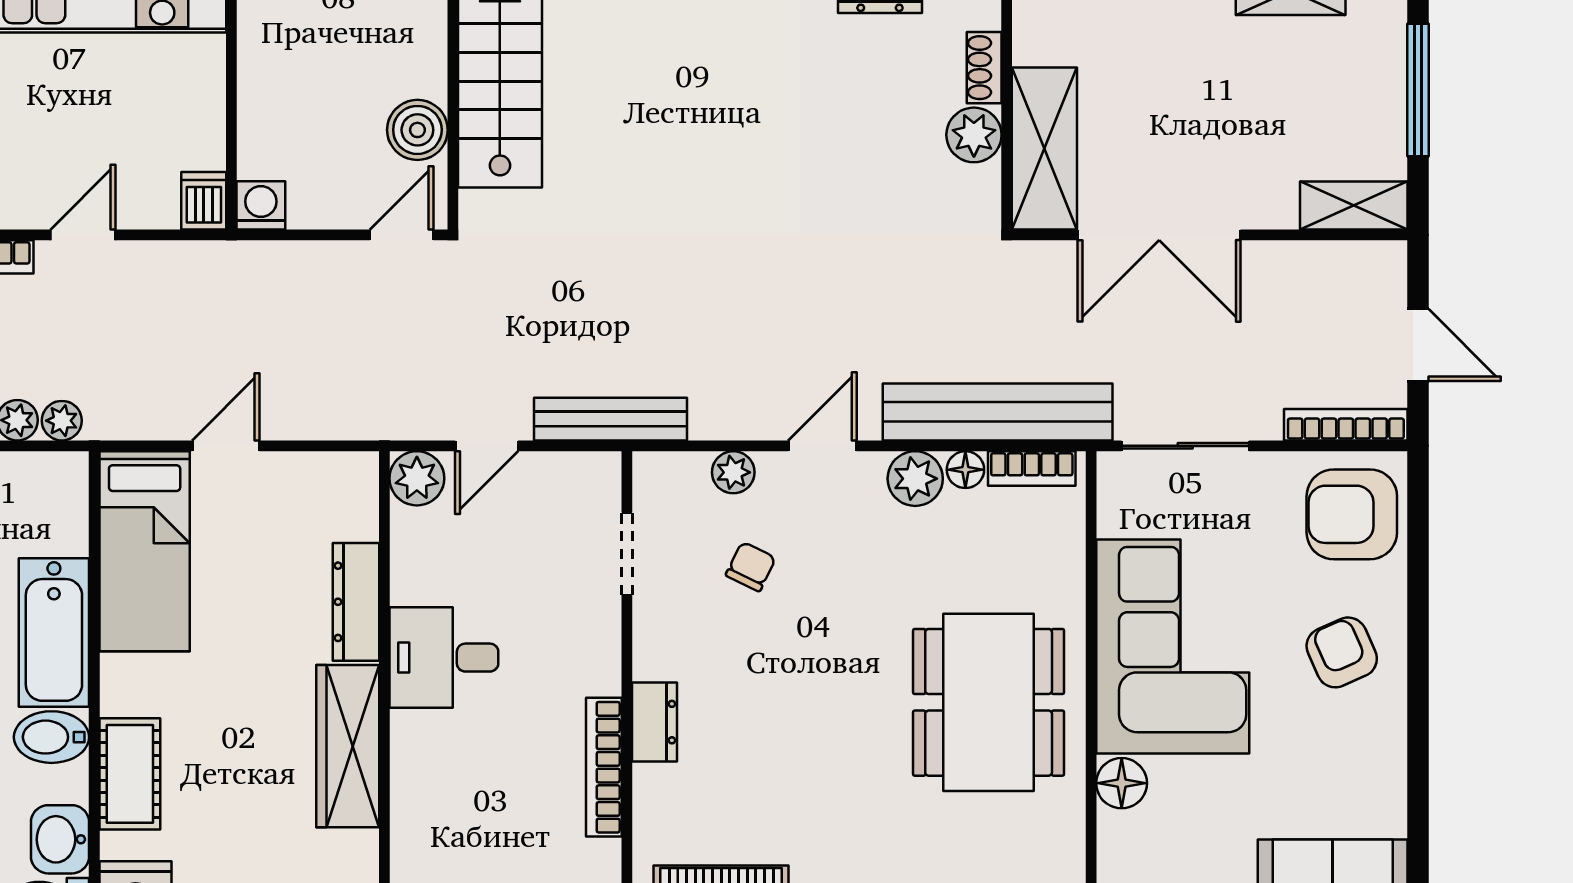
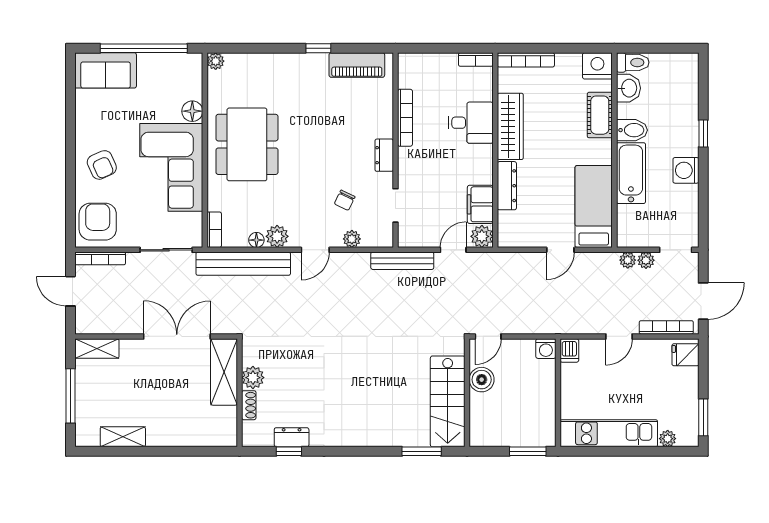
bookcase: (1032, 468) -> (214, 230), moved, turned 90
armchair: (1352, 514) -> (98, 222), turned -90
filing cabinet: (421, 556) -> (480, 204), added
desk: (444, 658) -> (471, 123), moved
dresser: (654, 722) -> (384, 155), moved

